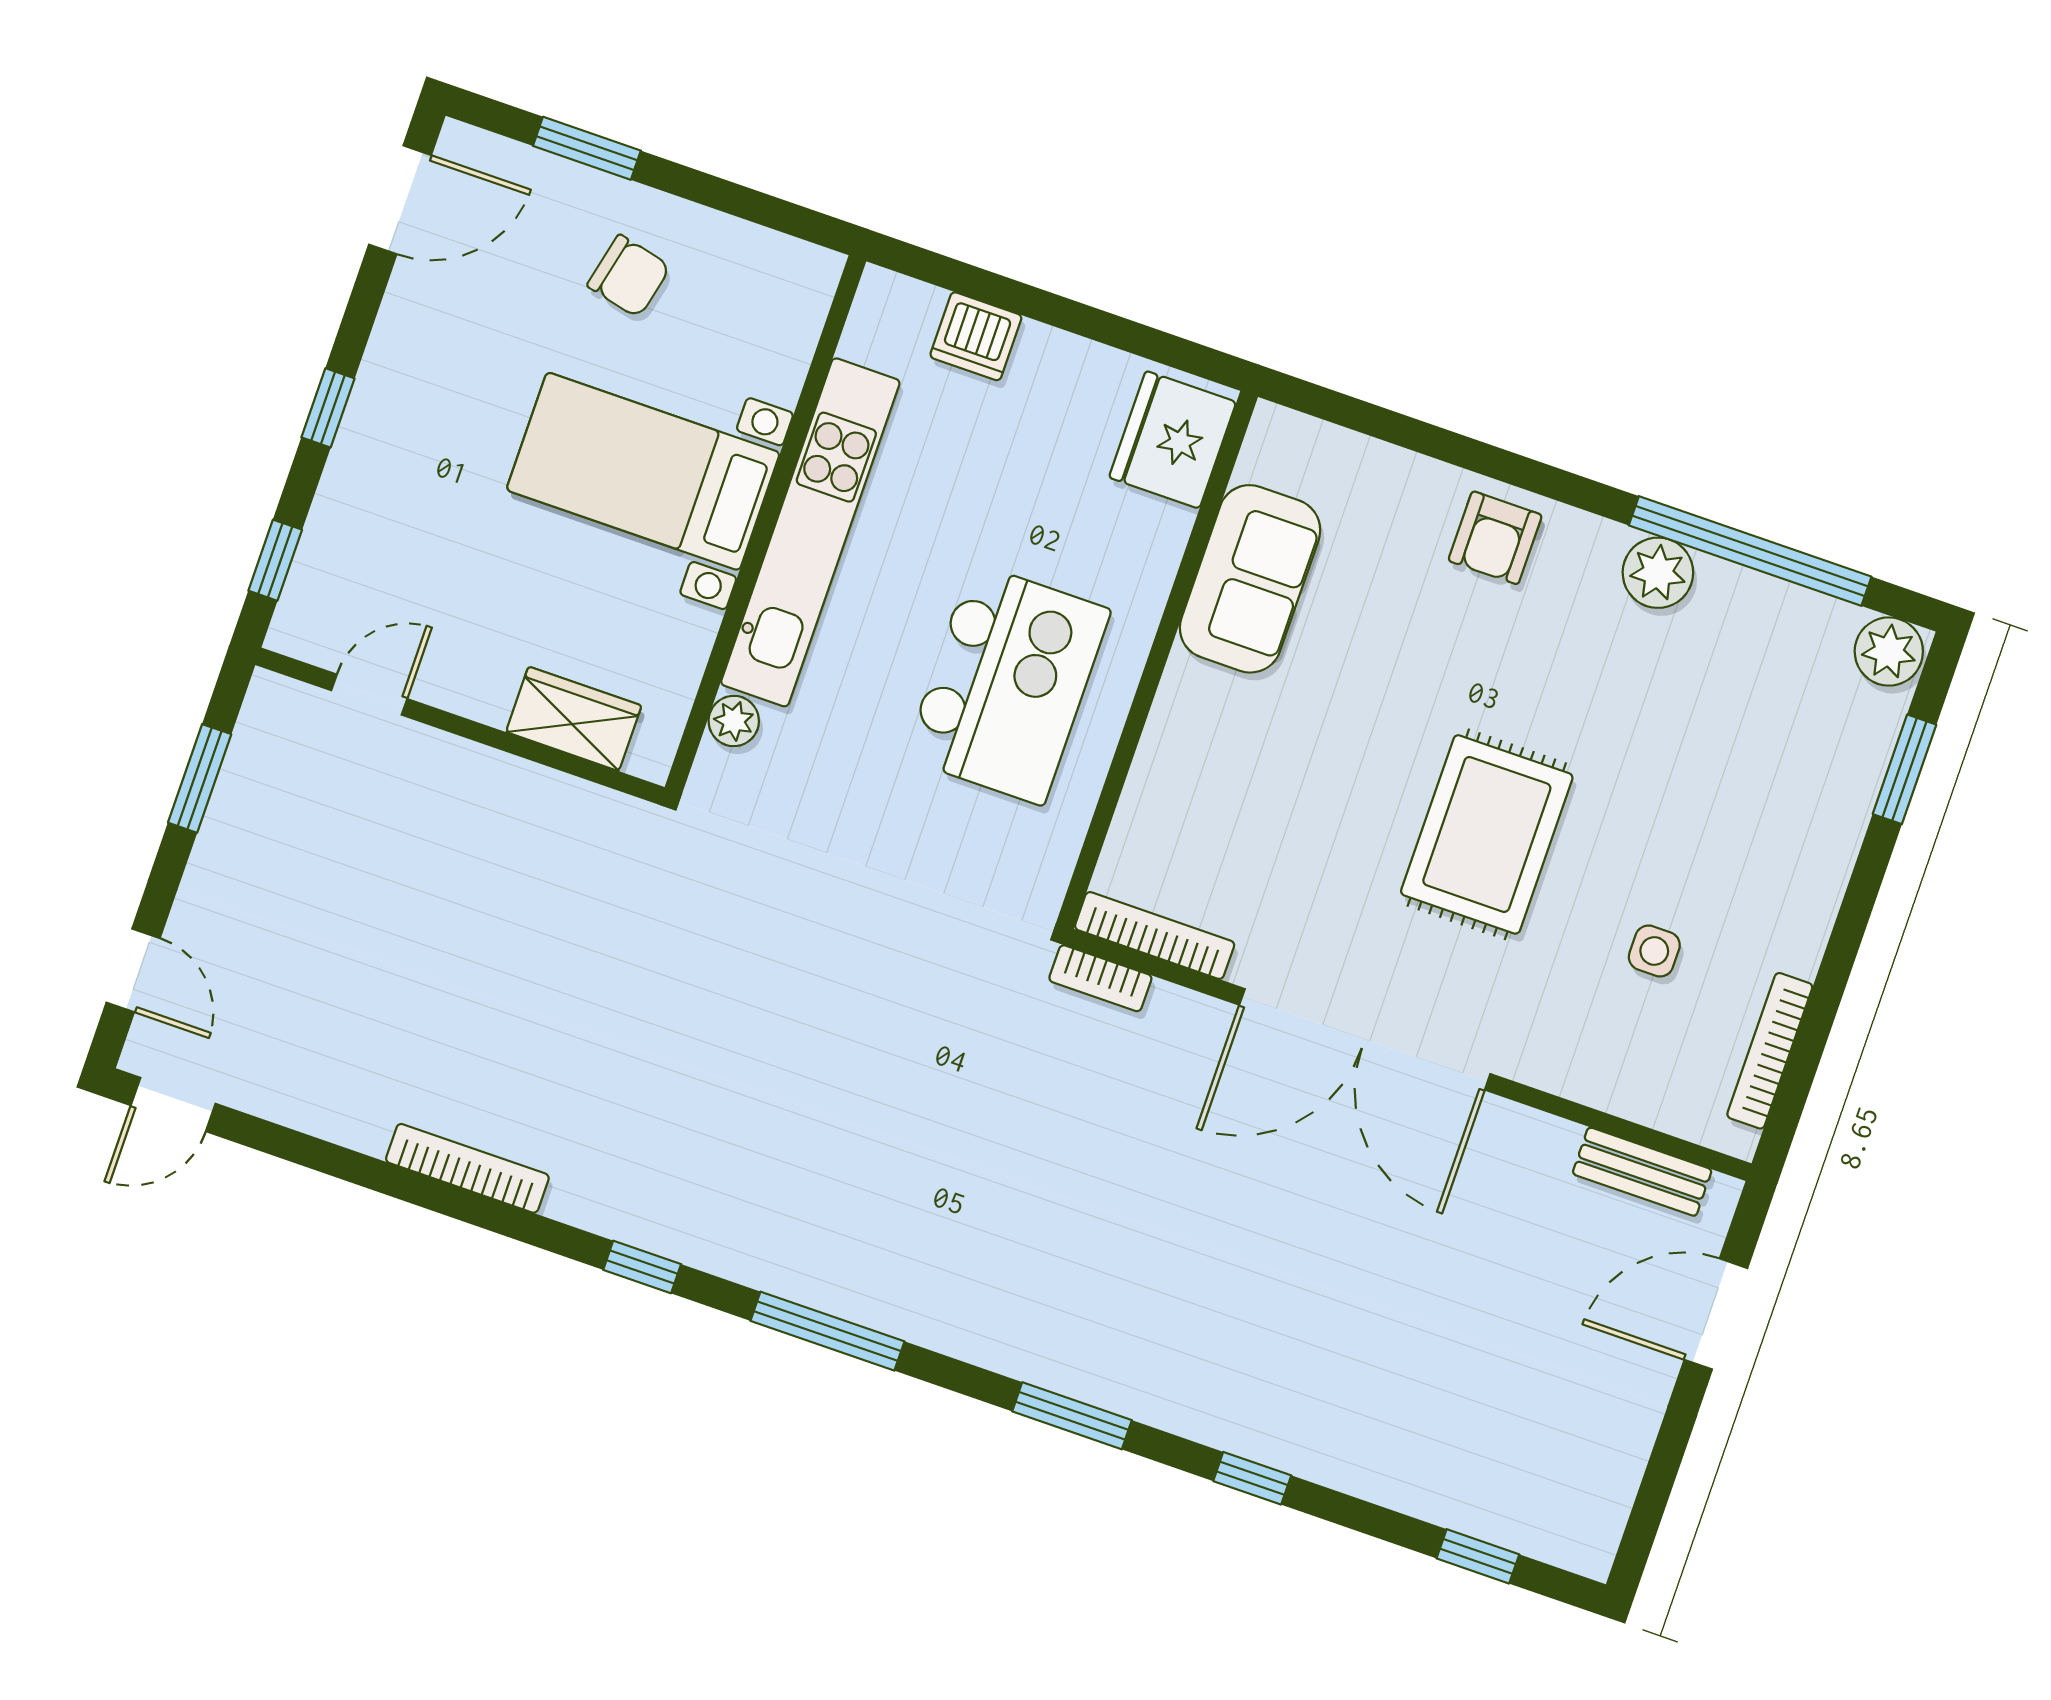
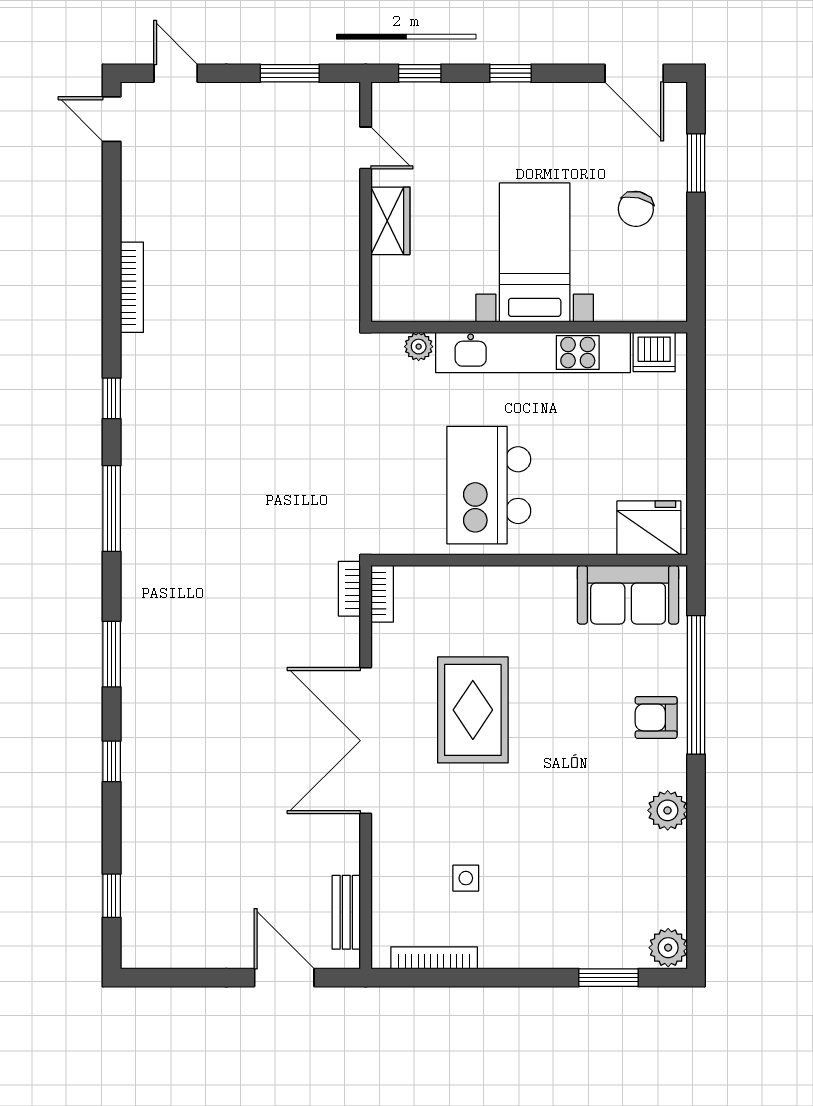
dishwasher: (976, 336) -> (654, 352), moved, turned -90
window: (1750, 551) -> (696, 685), moved
sofa: (1250, 579) -> (628, 595), moved
kitchen island: (1007, 684) -> (489, 485), turned 90
wardrobe: (574, 719) -> (390, 221), moved
rug: (1487, 834) -> (473, 710), moved, turned 90
bookcase: (1155, 935) -> (382, 594), width x0.64
door: (133, 970) -> (176, 73), swing flipped

